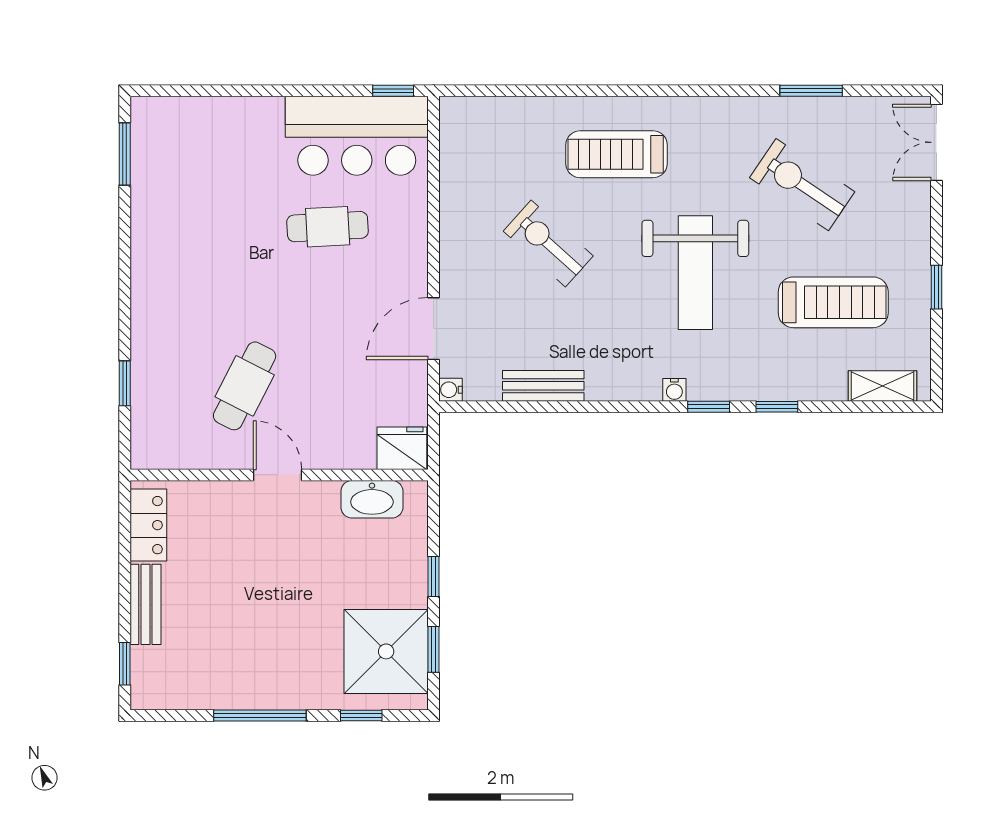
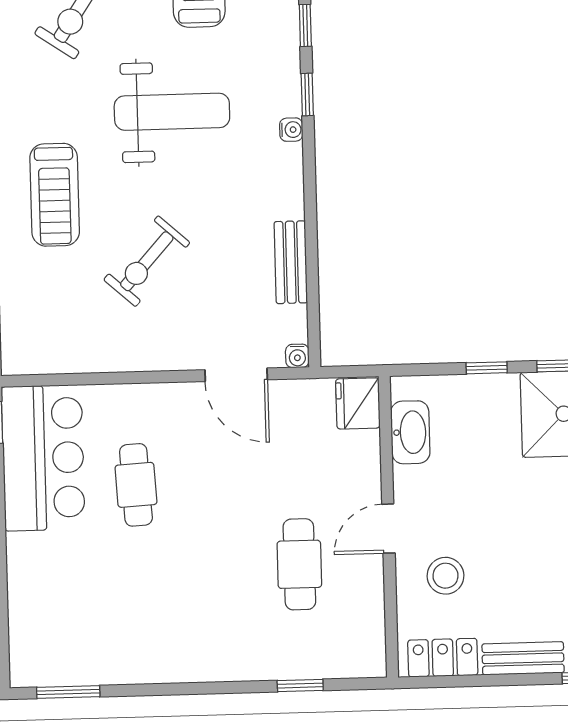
cafe table: (245, 386) -> (299, 564), turned 63
stool: (229, 530) -> (446, 576), added

